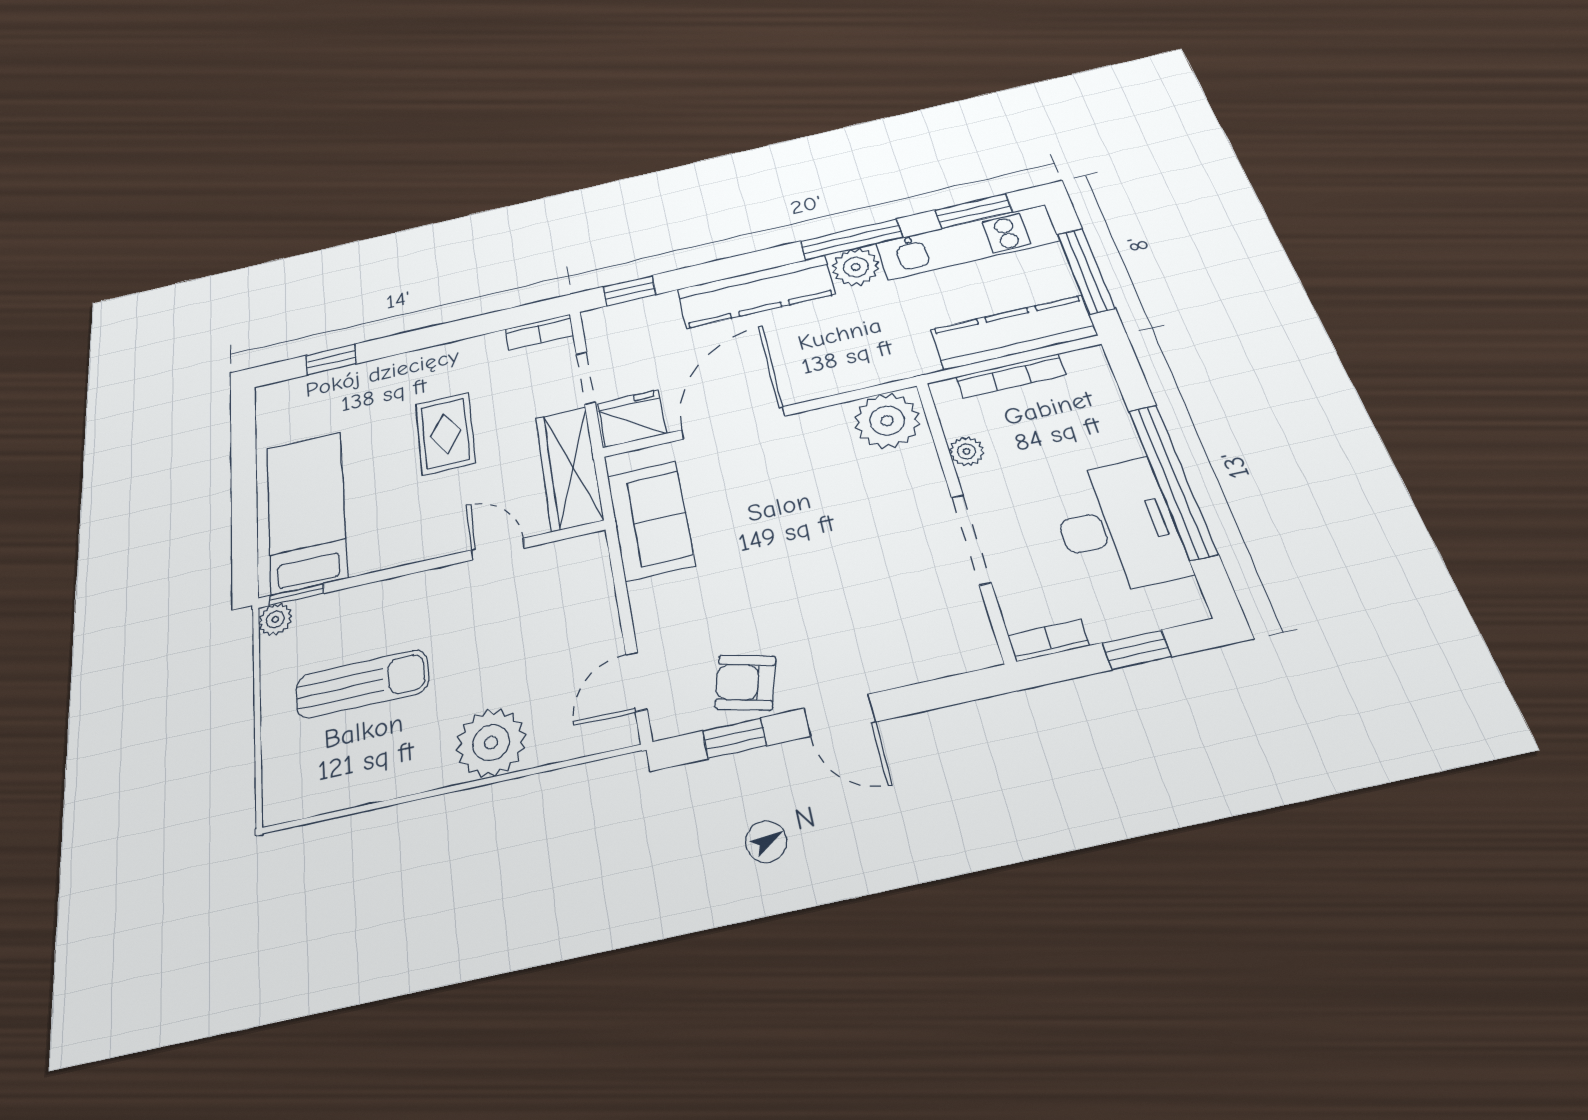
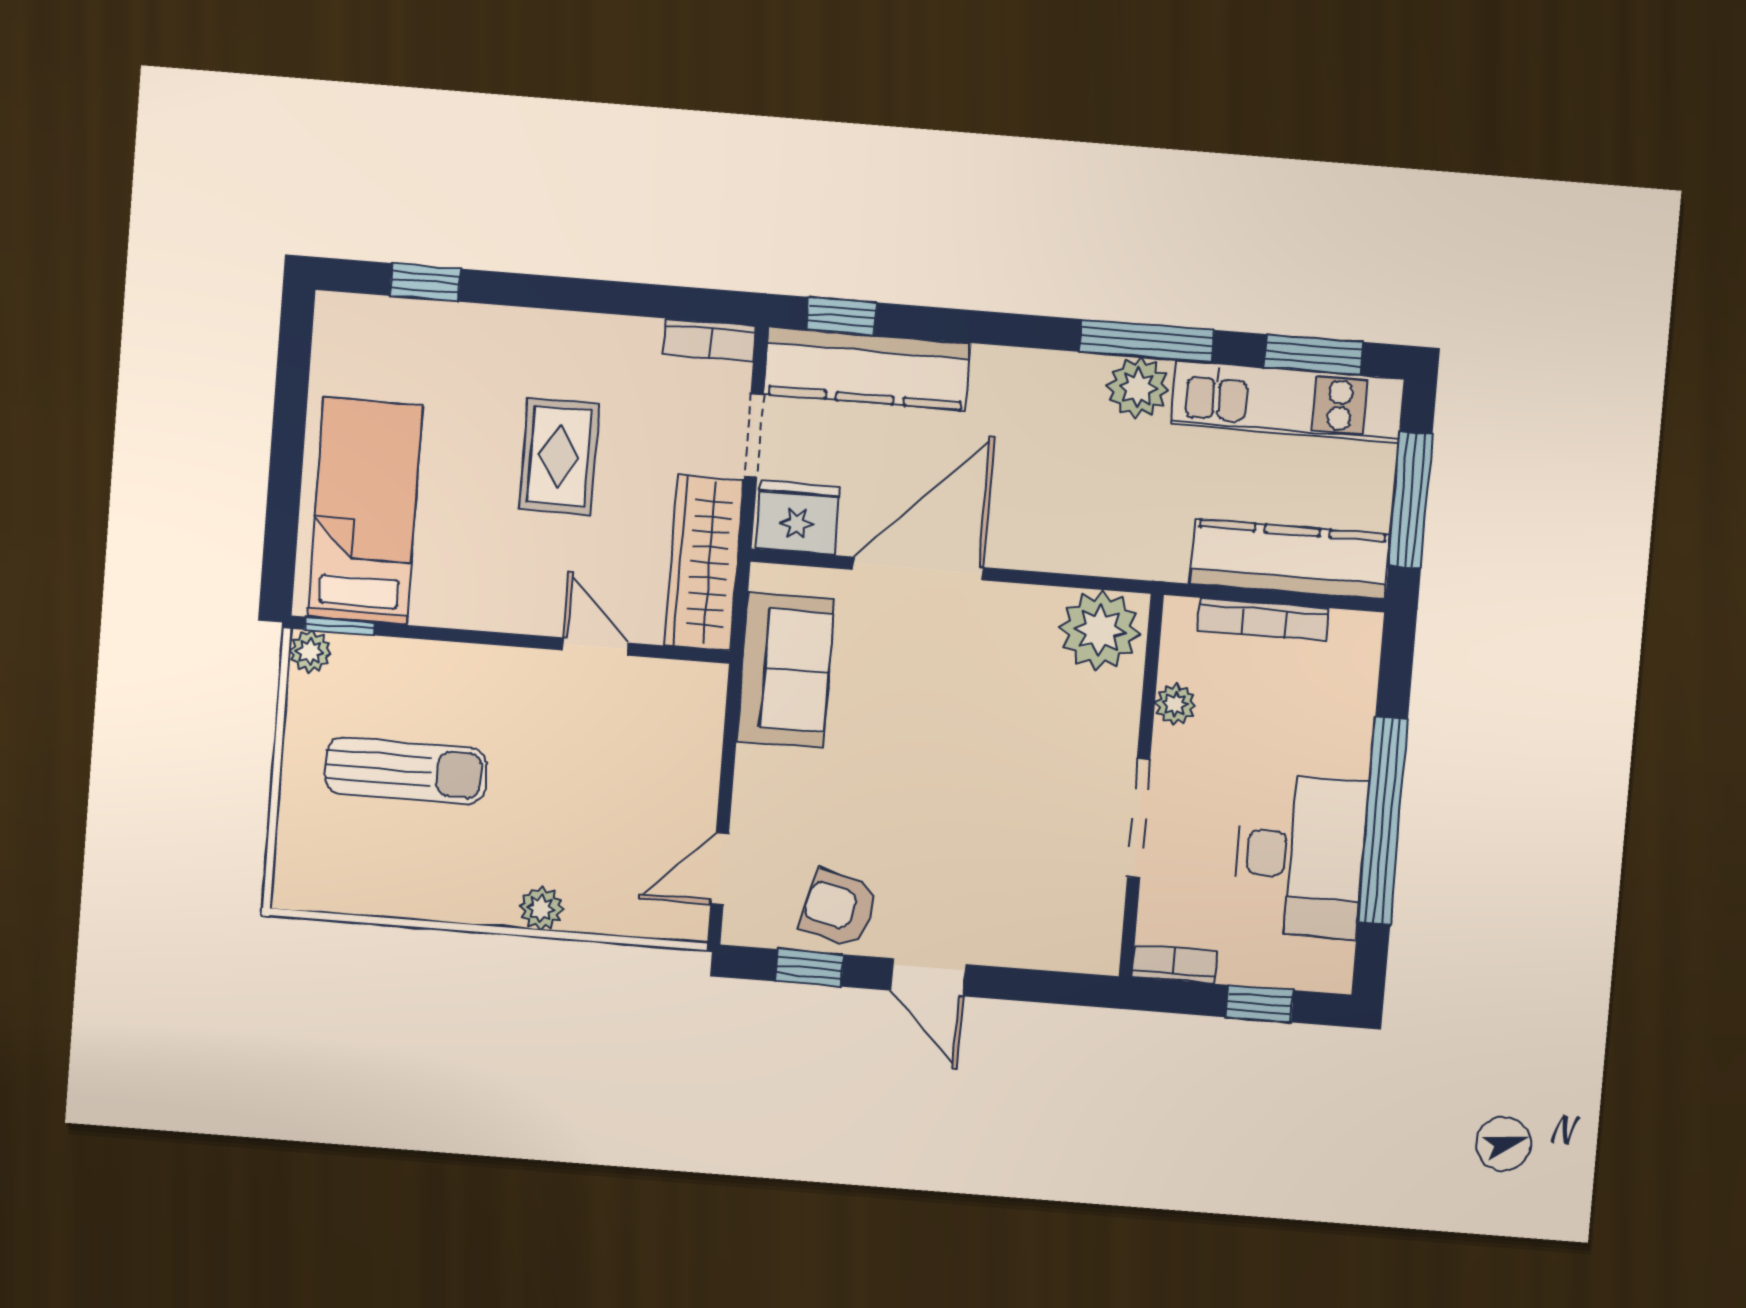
kitchen counter: (756, 292) -> (867, 369), moved
plant: (491, 743) -> (541, 908), width x0.53, depth x0.53

